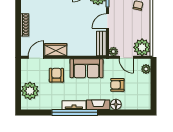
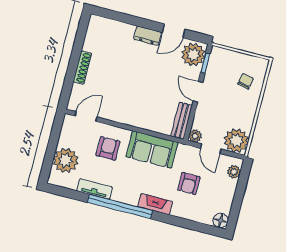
door: (107, 21) -> (198, 92), hinge flipped
wardrobe: (56, 50) -> (116, 113), removed
armchair: (117, 85) -> (189, 184), turned -90
floor lamp: (116, 104) -> (221, 221), moved
tv unit: (74, 105) -> (95, 189), moved

